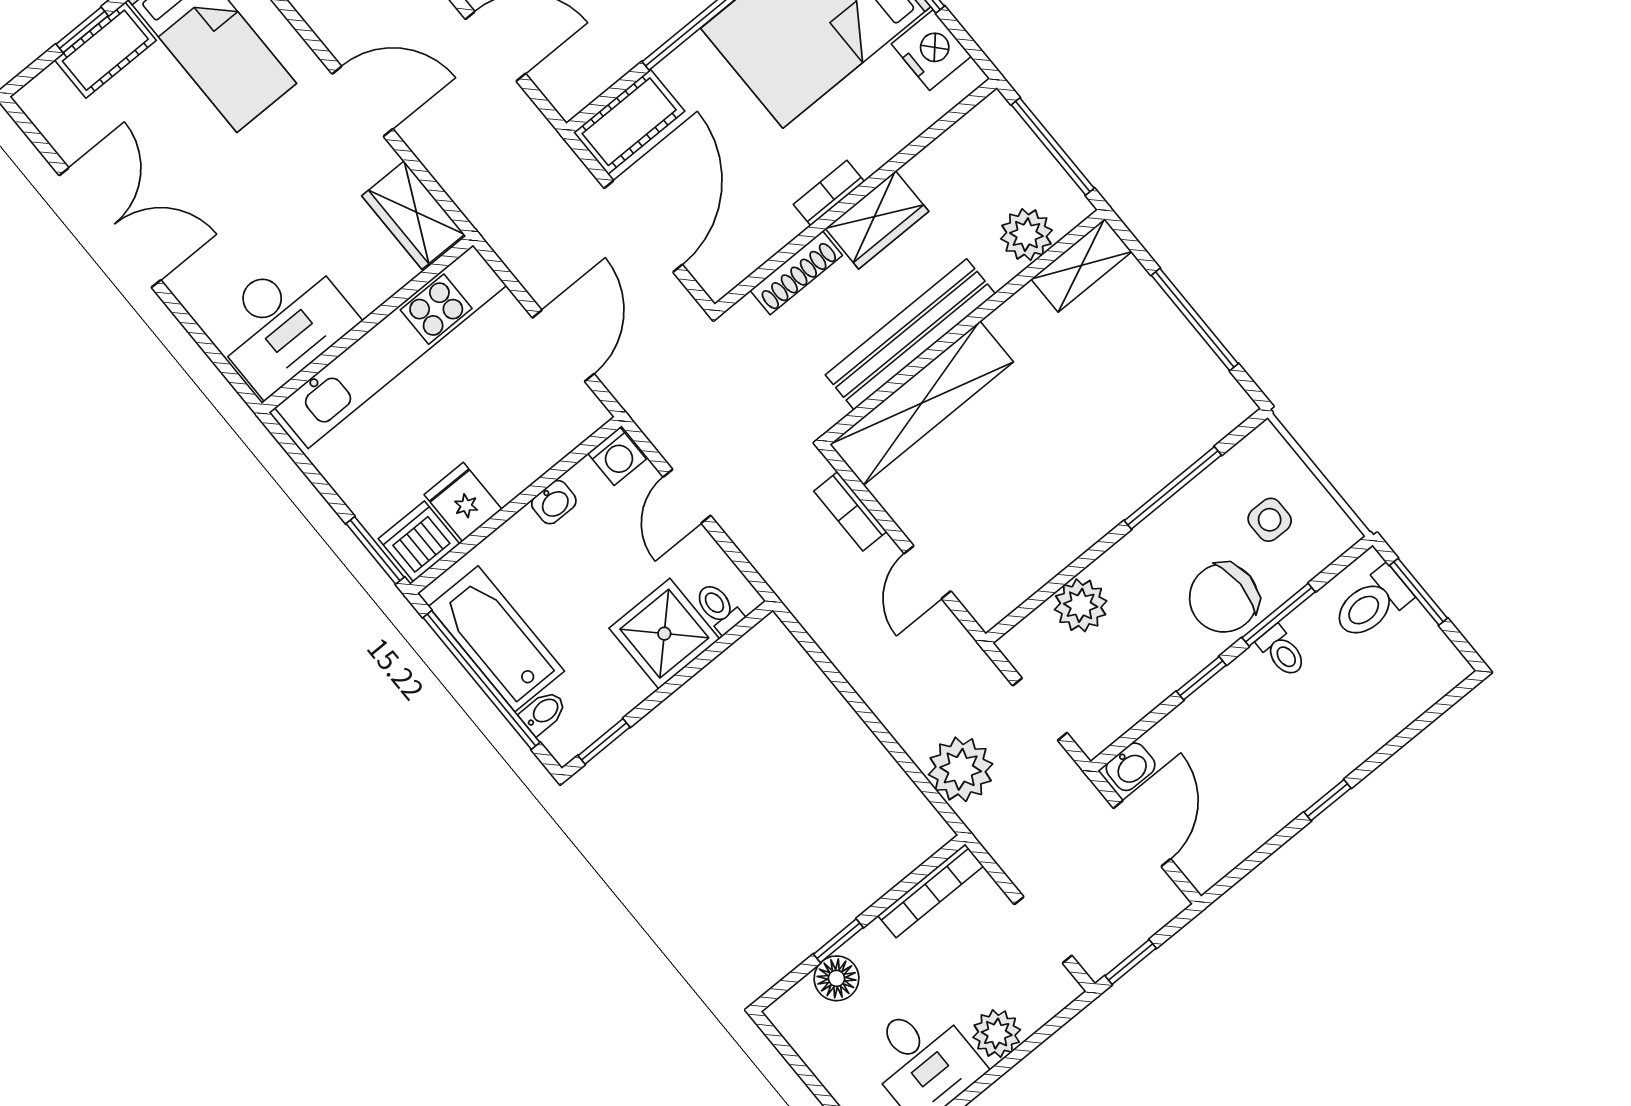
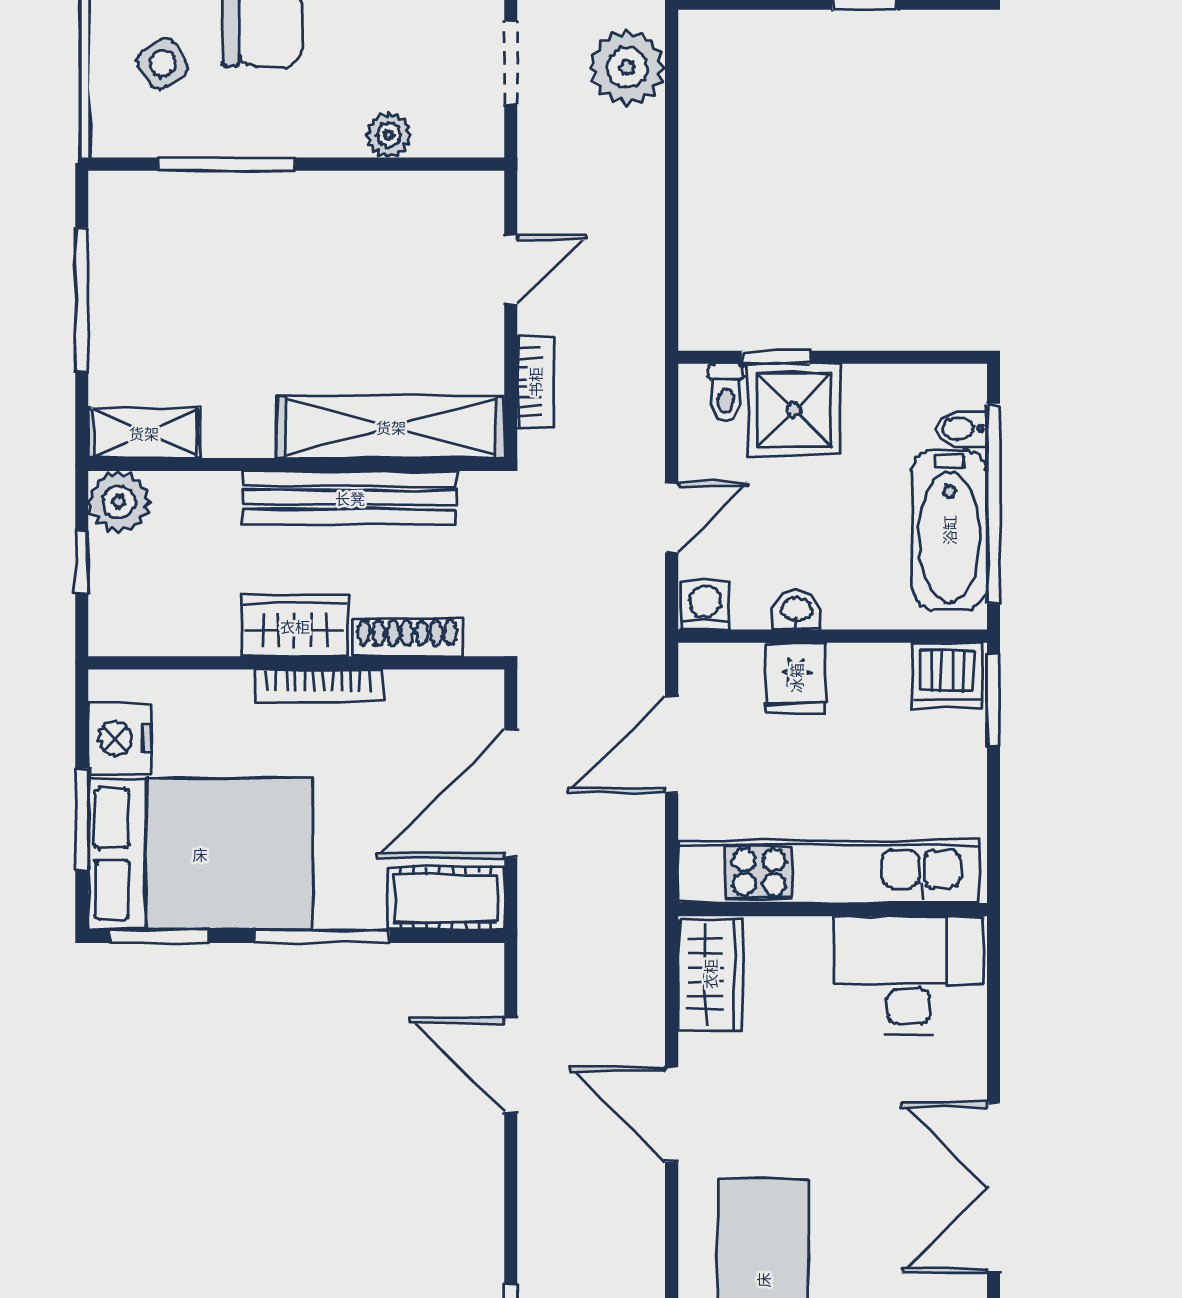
window: (1053, 146) -> (82, 562), width x0.46
bookcase: (829, 193) -> (318, 686), width x1.56
plant: (1026, 235) -> (119, 502), moved
fridge: (463, 502) -> (796, 678), moved
side table: (1270, 520) -> (163, 64), turned -32
plant: (1081, 605) -> (388, 135), width x0.73, depth x0.73
window: (604, 741) -> (776, 357), moved

